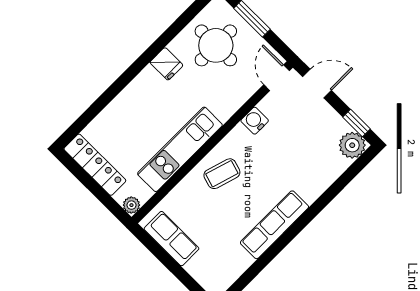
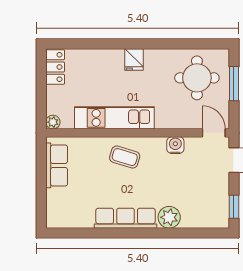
fridge: (166, 64) -> (134, 60), moved
door: (277, 78) -> (214, 133), hinge flipped
plant: (352, 145) -> (169, 217), moved
locker: (95, 165) -> (55, 67), width x0.66

